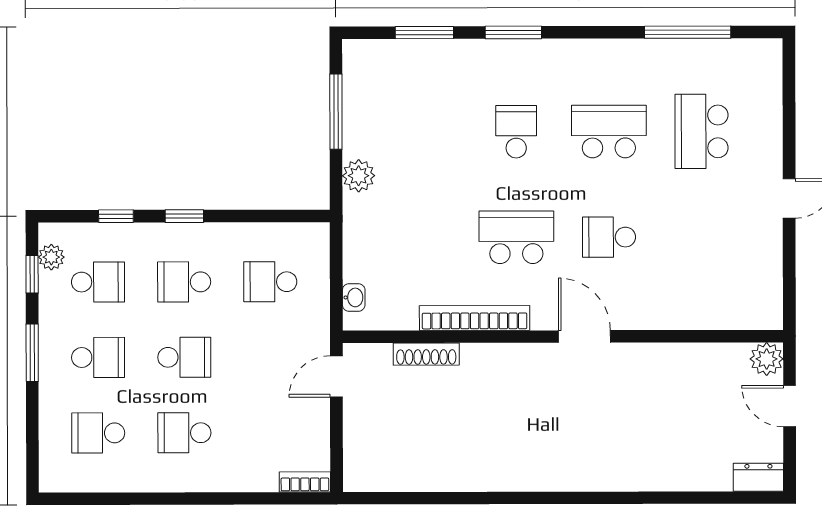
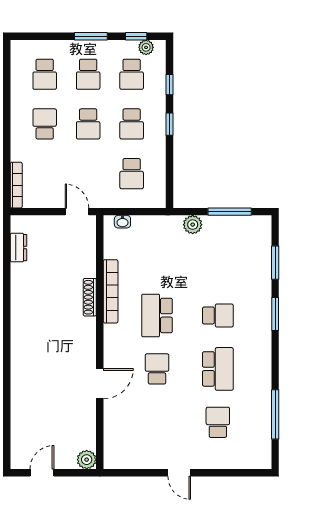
school desk: (702, 131) -> (218, 422), width x0.54
school desk: (516, 237) -> (157, 315), turned 180
school desk: (184, 282) -> (132, 124), turned 180
school desk: (270, 282) -> (132, 174), turned 180
door: (584, 336) -> (100, 384), moved
shoe rack: (426, 354) -> (90, 297), moved
door: (790, 406) -> (42, 473), moved
school desk: (98, 433) -> (45, 74), turned 180
dresser: (758, 477) -> (18, 248), moved
bookcase: (305, 482) -> (16, 185), width x1.56

